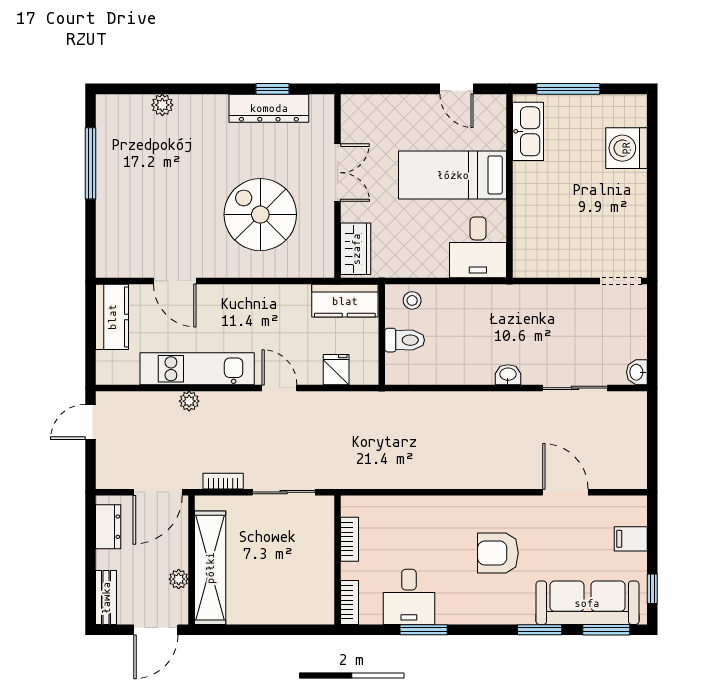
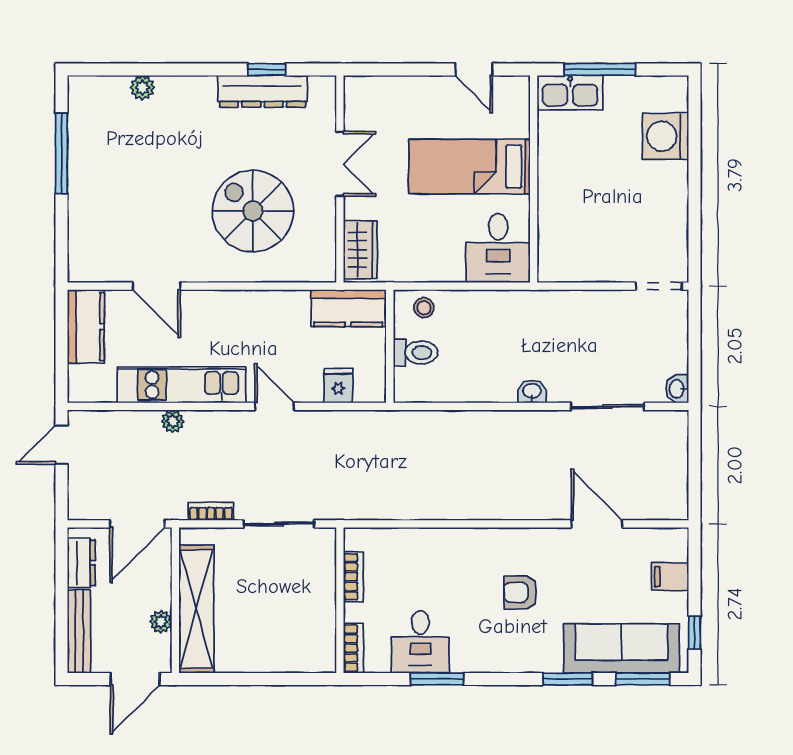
kitchen sink: (528, 131) -> (570, 93), moved, turned 90
armchair: (498, 553) -> (521, 592), width x0.72, depth x0.72
bench: (106, 598) -> (79, 631), width x1.36

